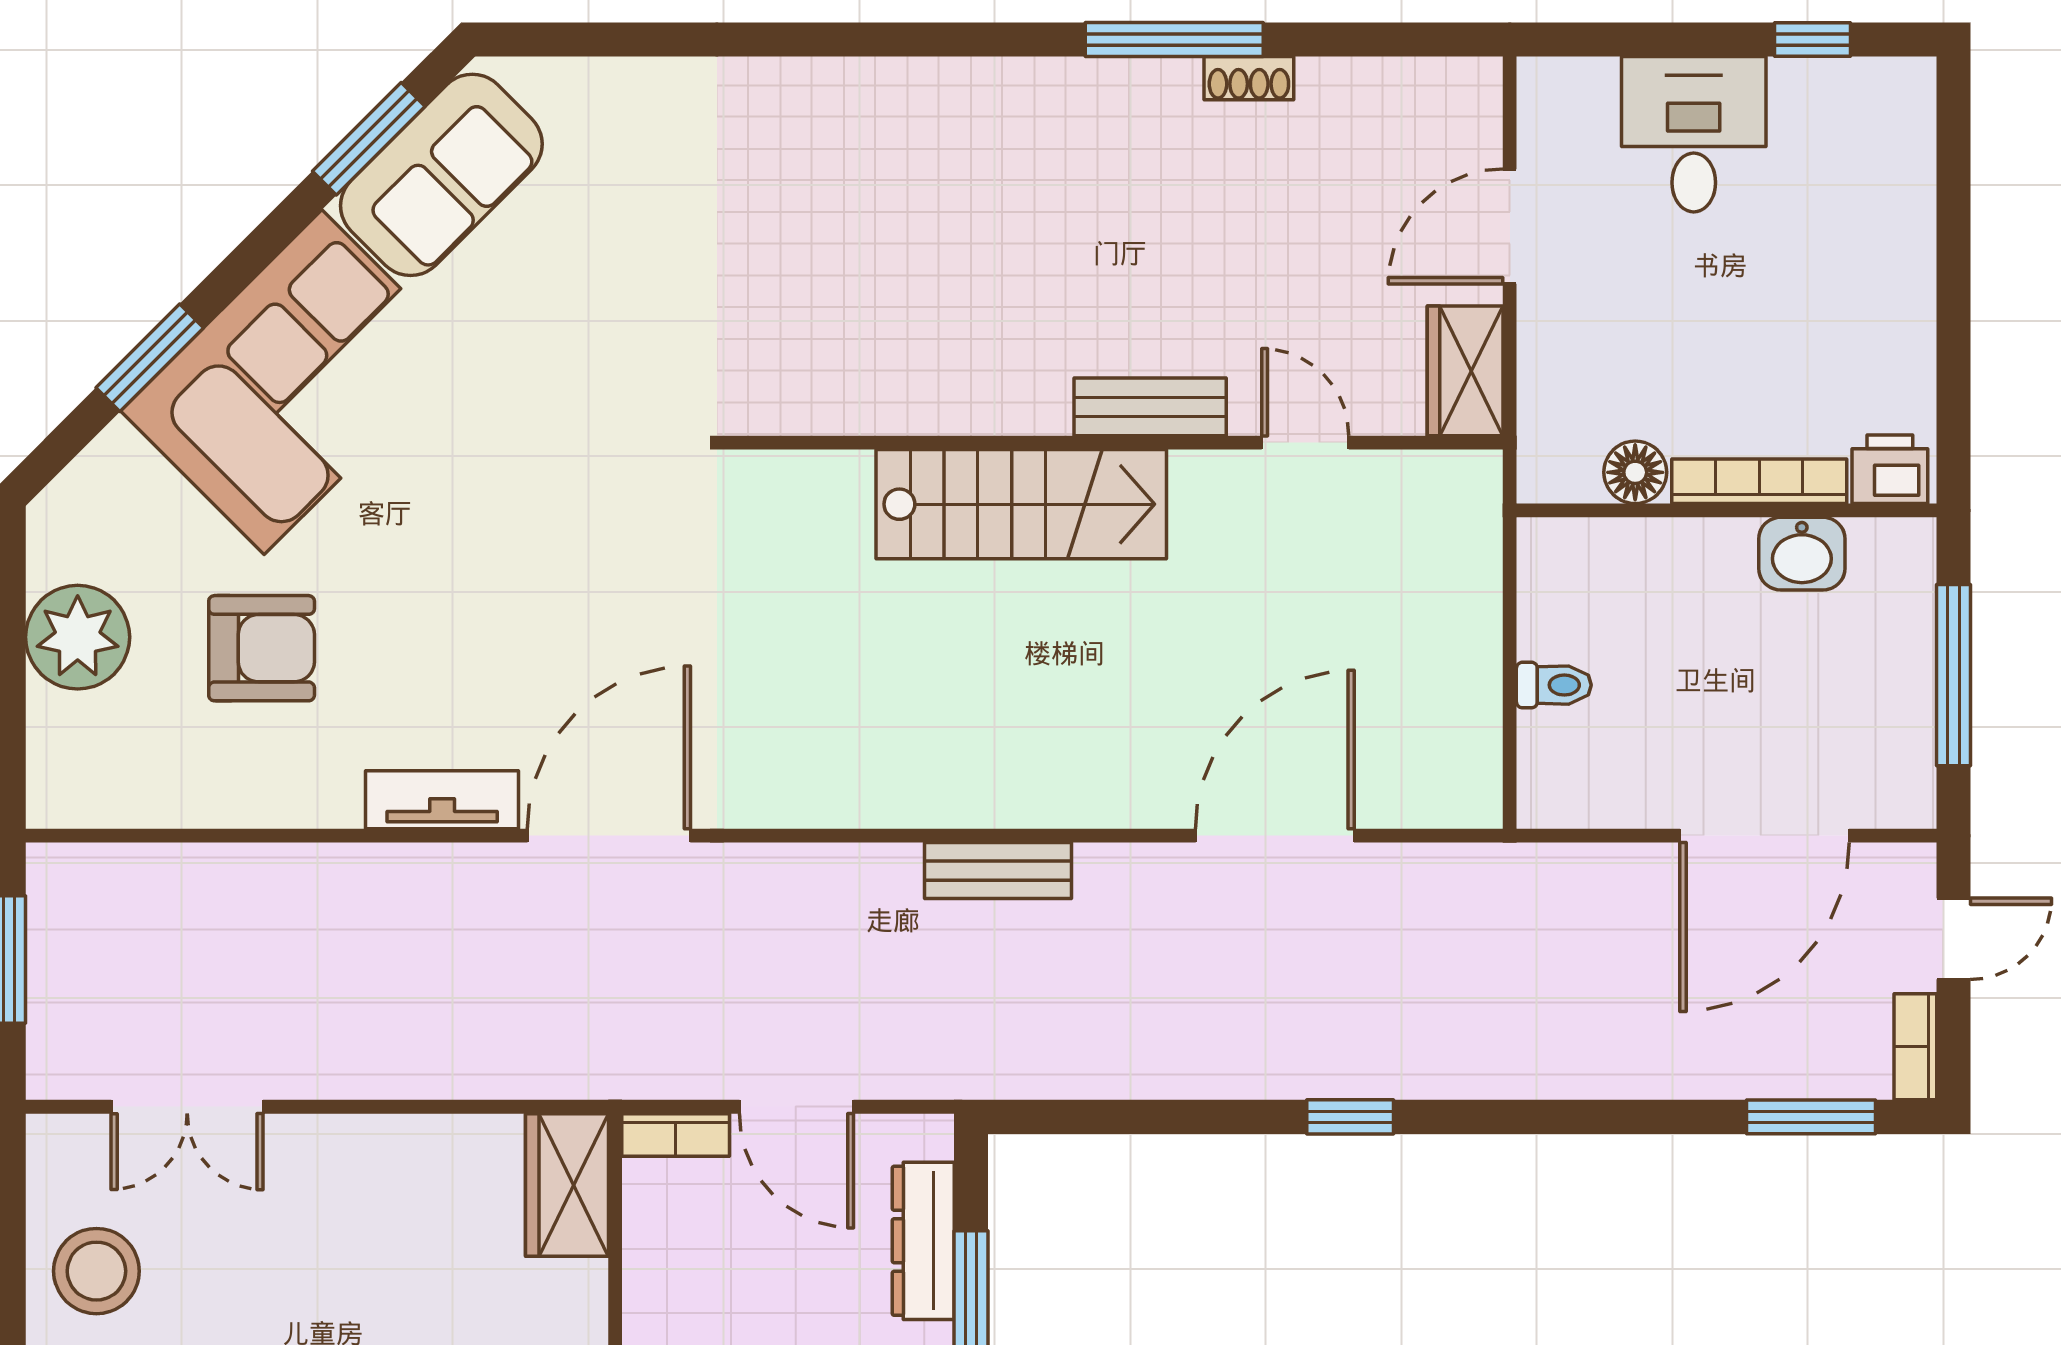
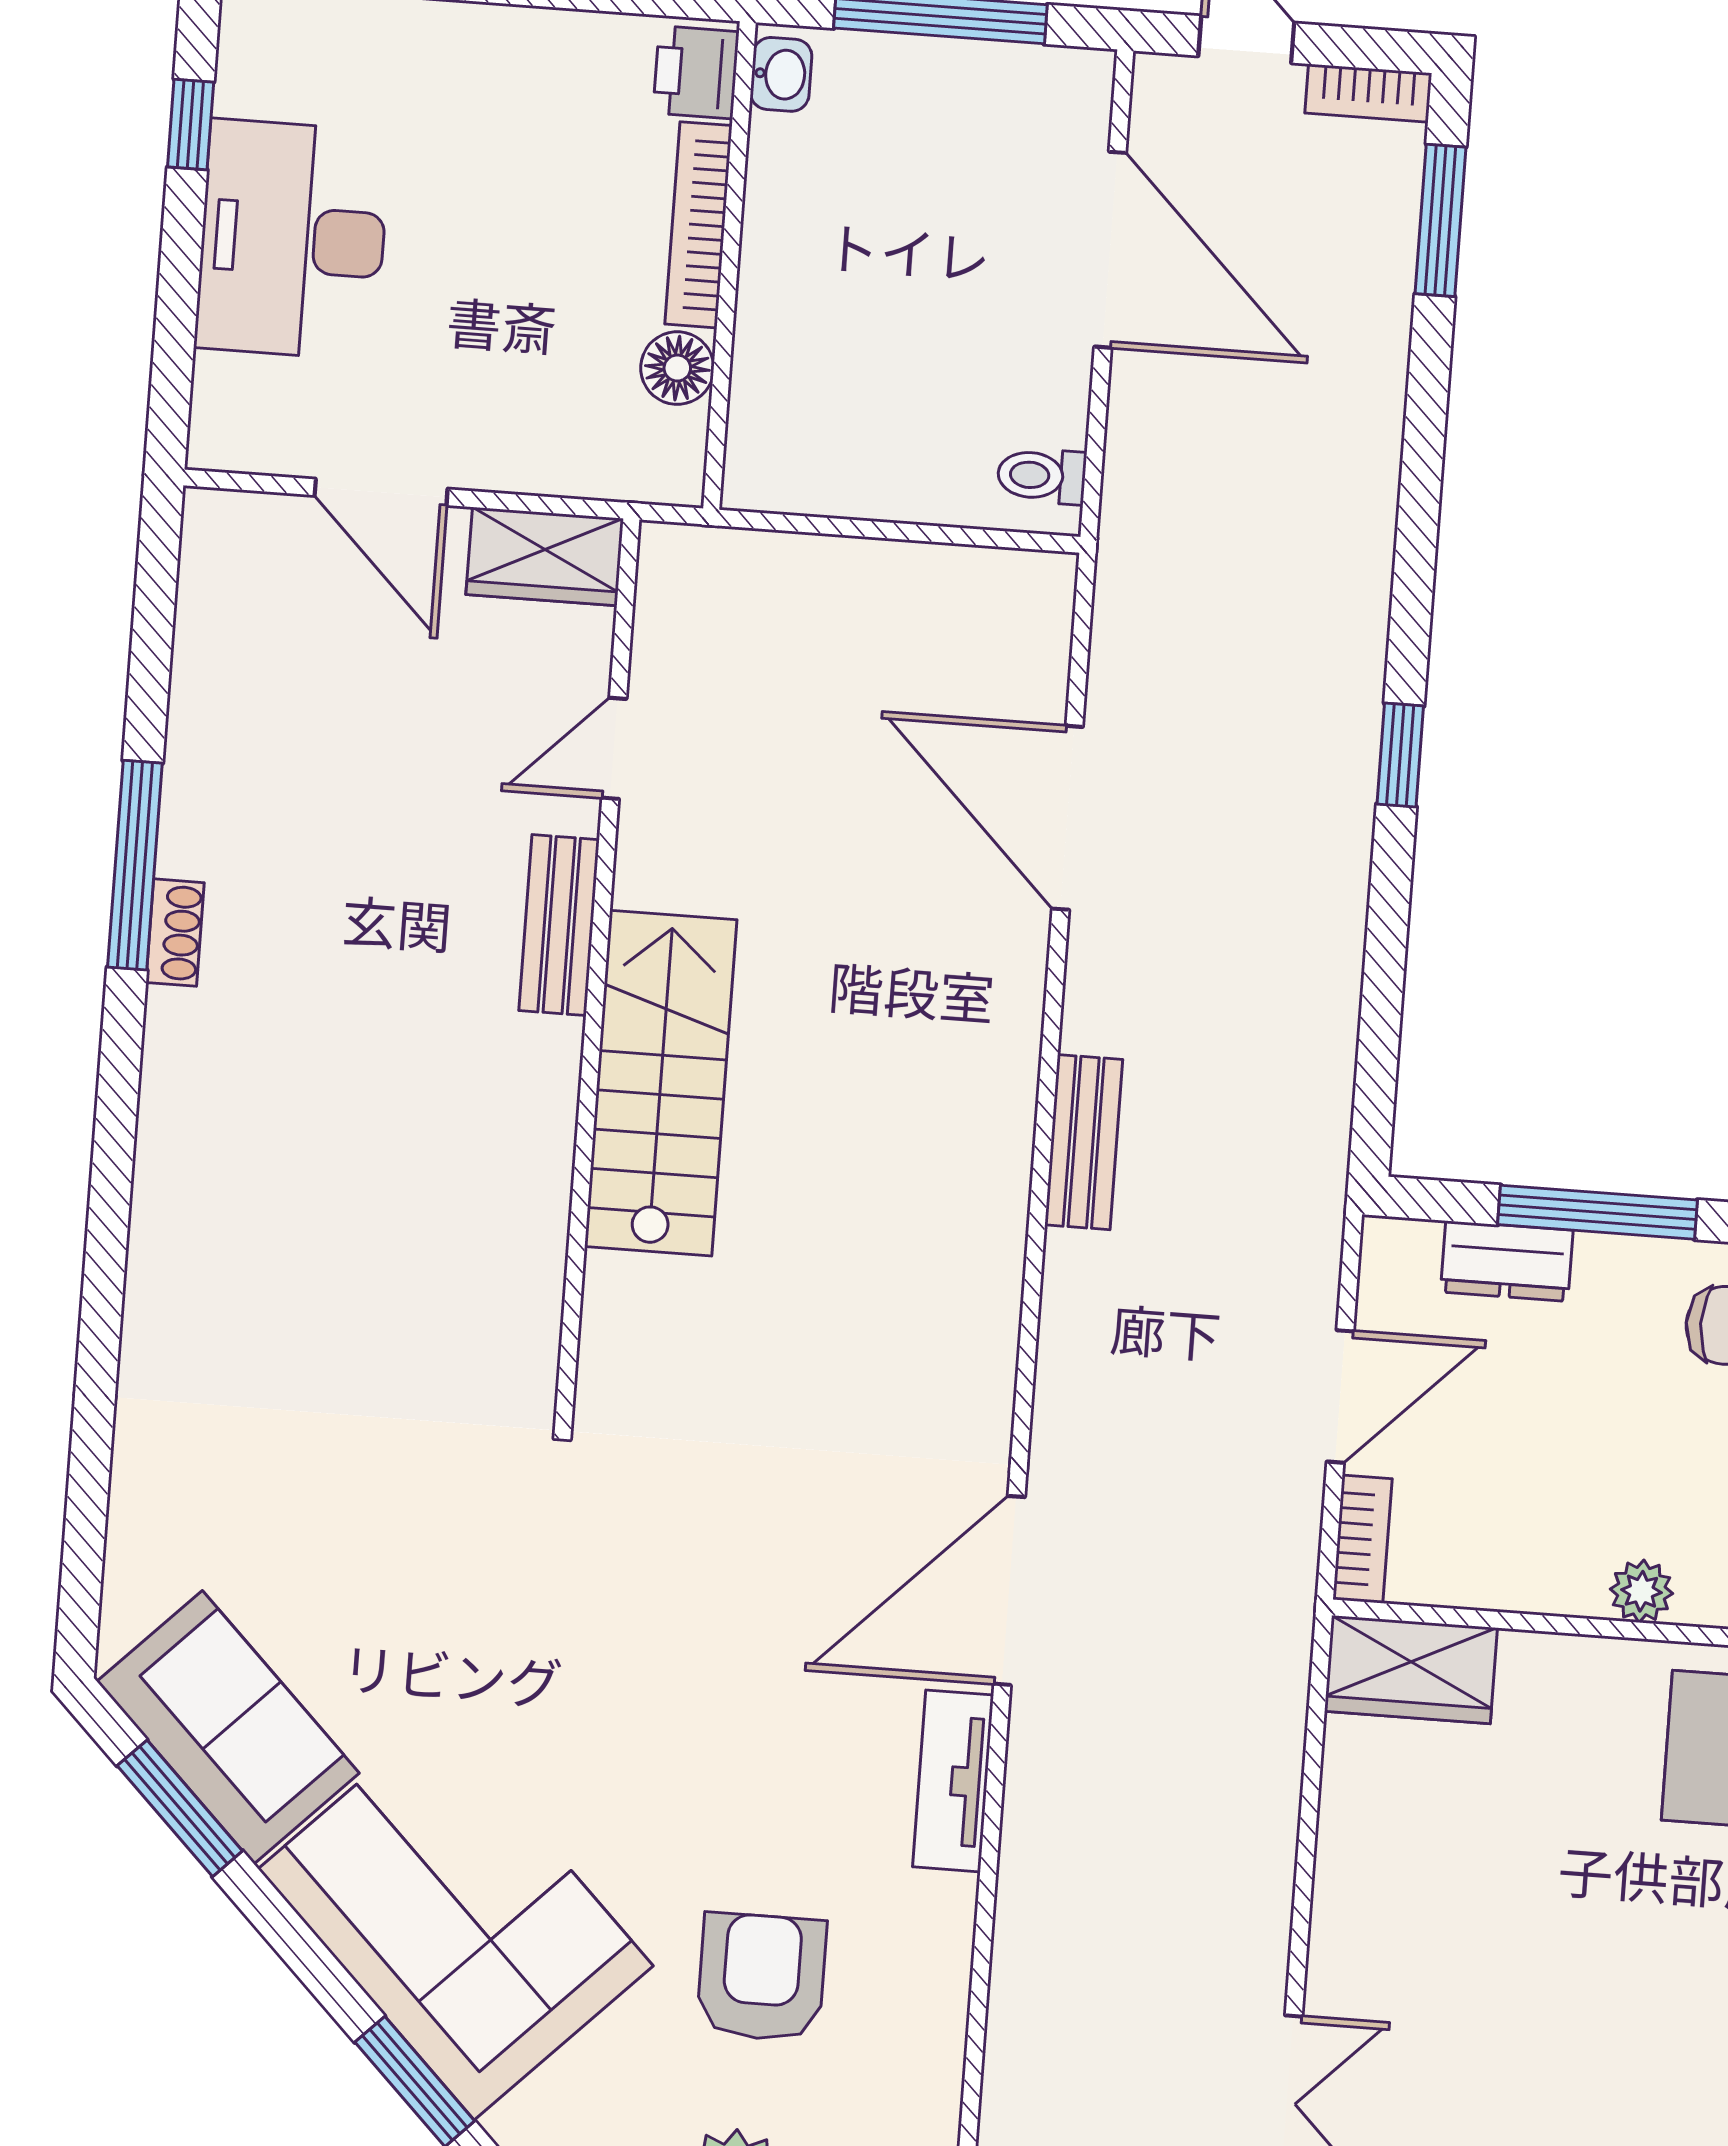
shoe rack: (1249, 78) -> (175, 933), moved
desk: (1694, 134) -> (293, 239), width x1.37
washbasin: (1802, 554) -> (781, 74), moved, width x0.72, depth x0.69
toilet: (1554, 685) -> (1042, 476), moved, turned -90
door: (609, 836) -> (1009, 1590), hinge flipped
dresser: (923, 1241) -> (1507, 1261), width x0.70

